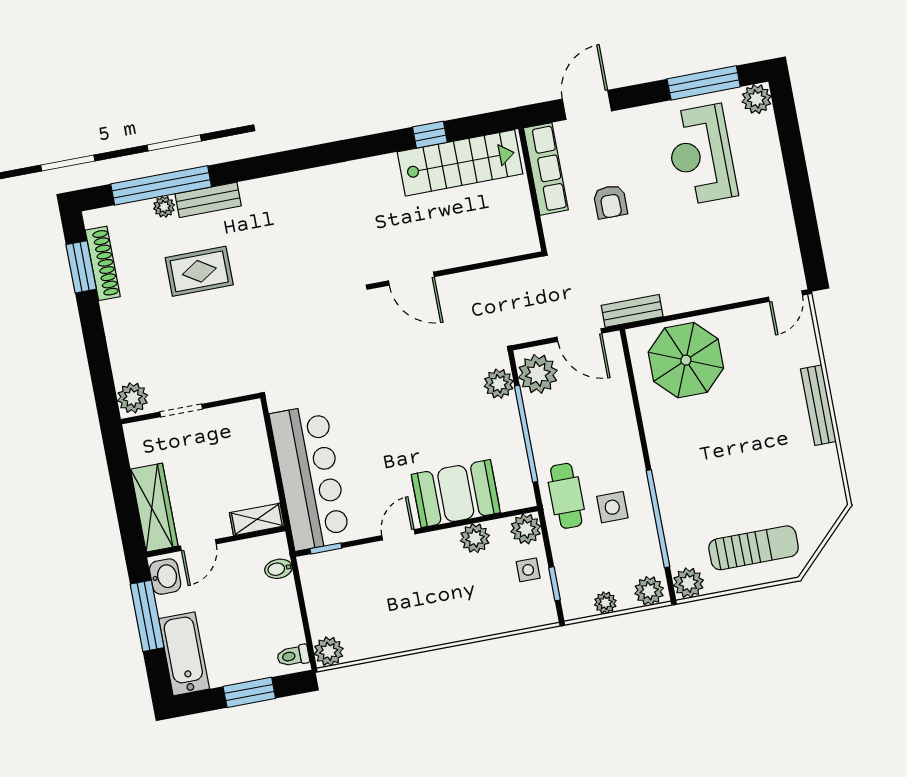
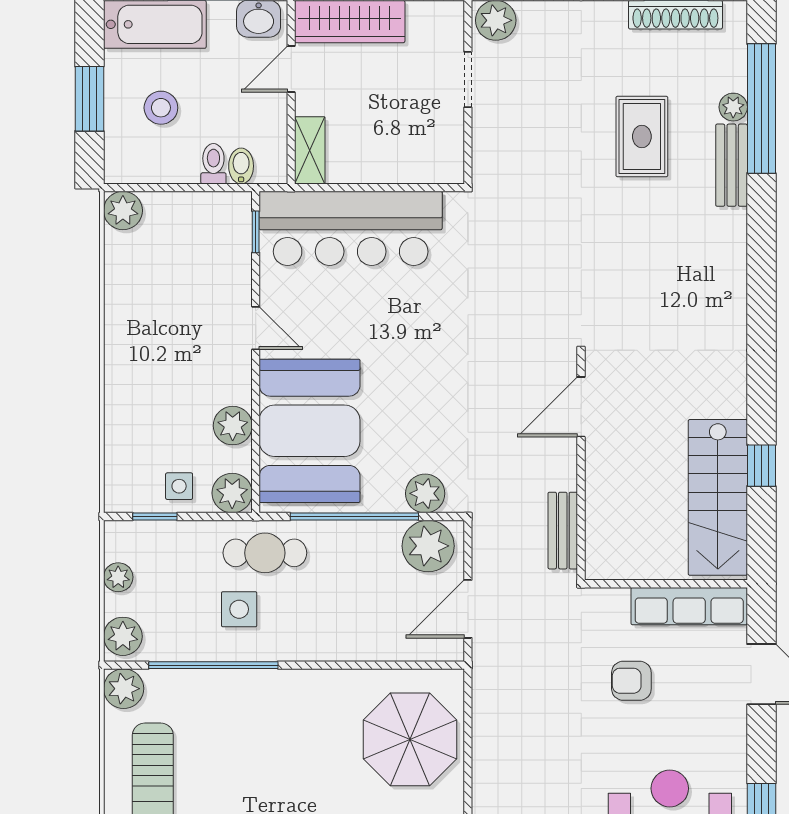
bench: (632, 311) -> (563, 531), moved
booth: (456, 494) -> (310, 431), width x1.36, depth x1.42
door: (198, 545) -> (291, 69), hinge flipped
stool: (246, 637) -> (161, 108), added
toilet: (293, 656) -> (213, 164), moved

